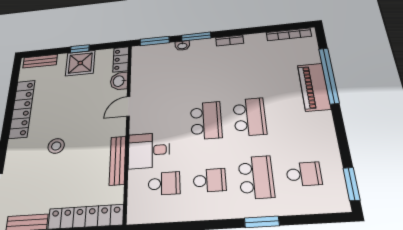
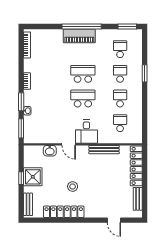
locker: (121, 59) -> (33, 150), removed
window: (329, 75) -> (82, 27), moved
piano: (314, 87) -> (79, 36), moved
stool: (56, 146) -> (73, 186), moved
desk: (149, 150) -> (86, 132), moved
school desk: (256, 177) -> (120, 74), width x0.54

